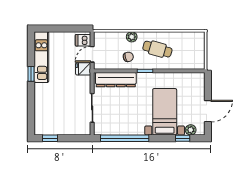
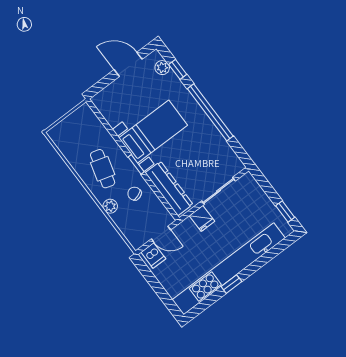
kitchen unit: (41, 57) -> (229, 269), width x1.86
fridge: (83, 69) -> (202, 218), moved
bed with nightstands: (165, 112) -> (153, 132), moved, turned 180
window: (125, 138) -> (210, 112), moved

